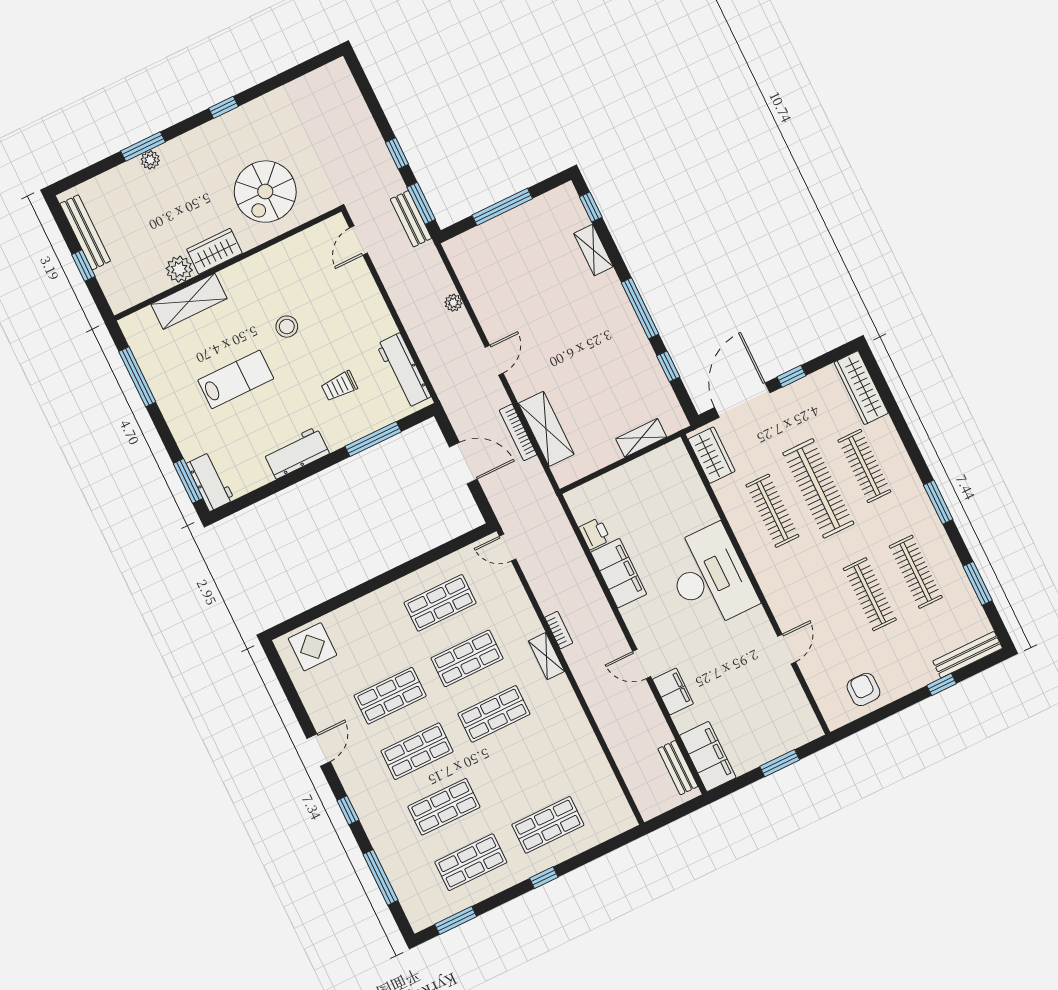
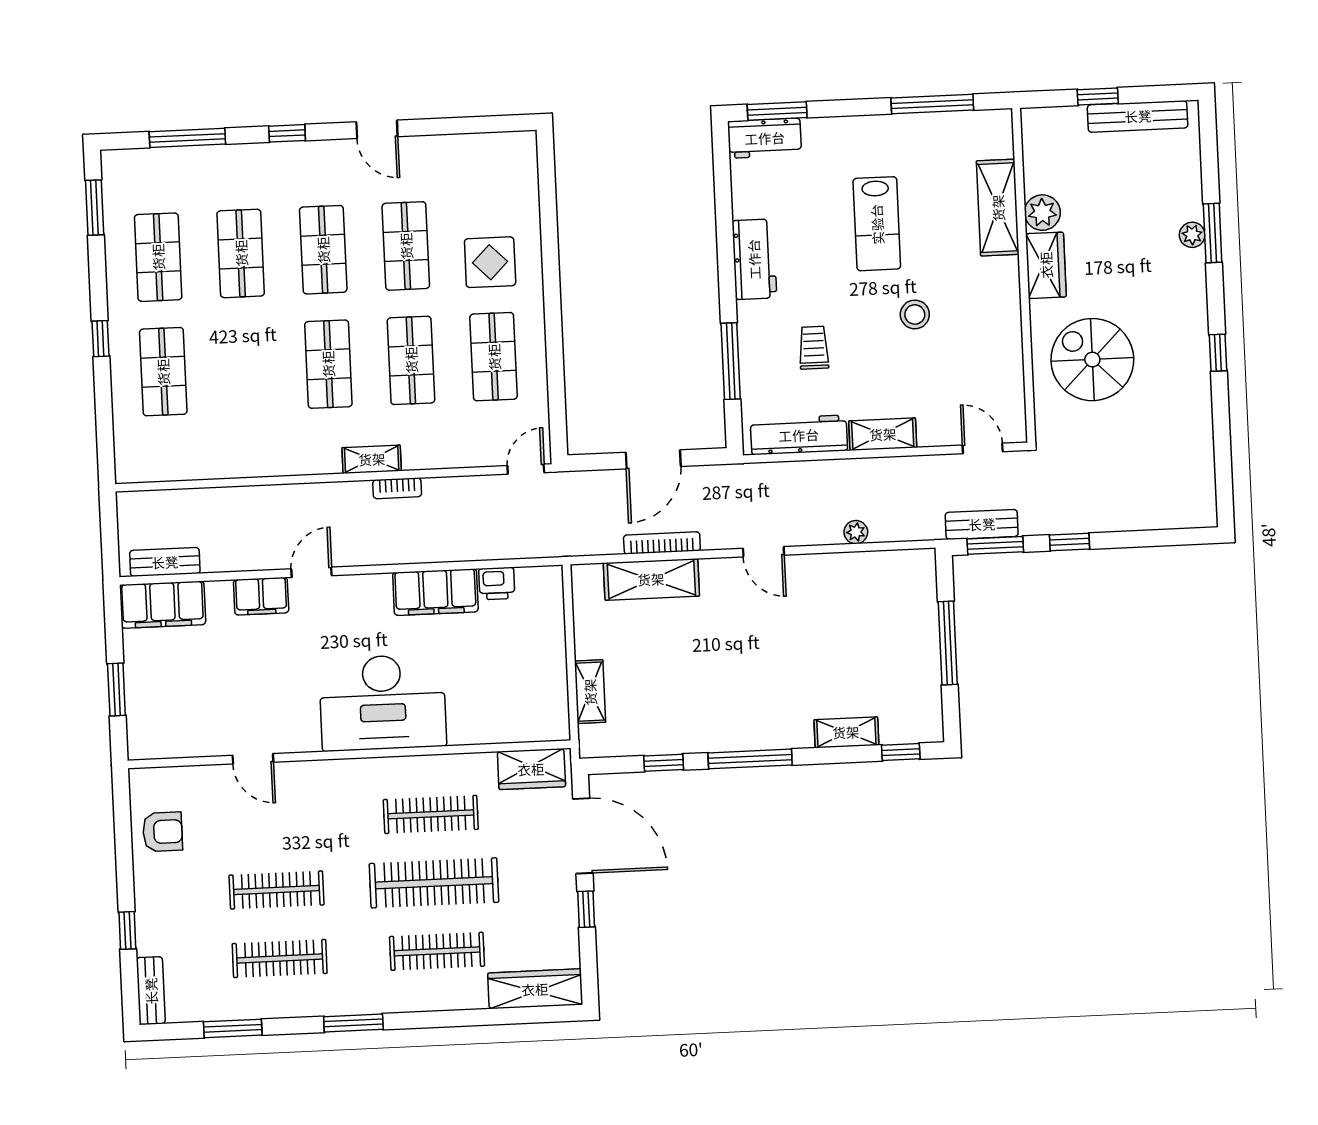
shelving: (378, 313) -> (883, 434), added
display table: (312, 647) -> (490, 262), moved
bench: (968, 655) -> (151, 991), width x0.73

